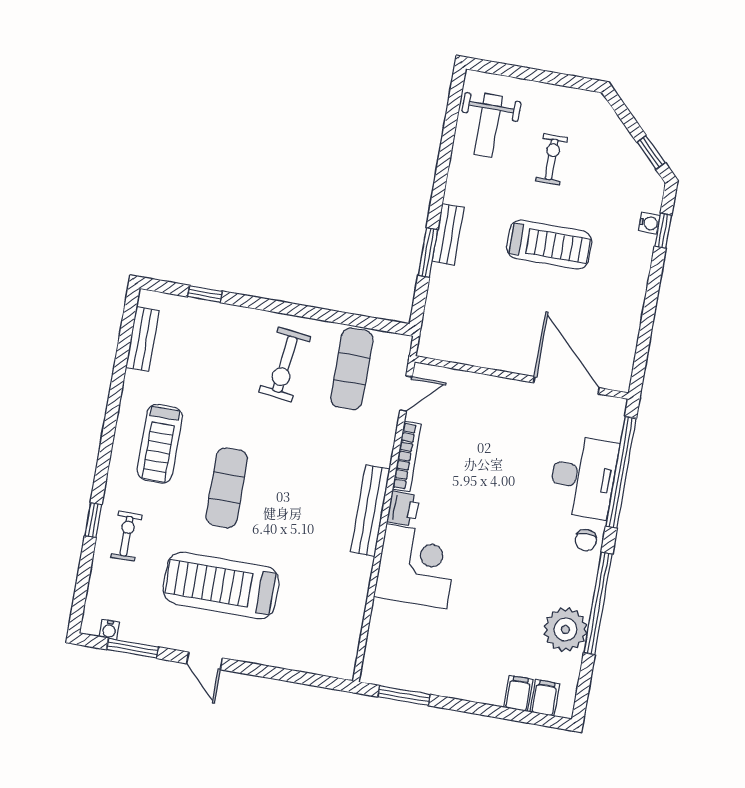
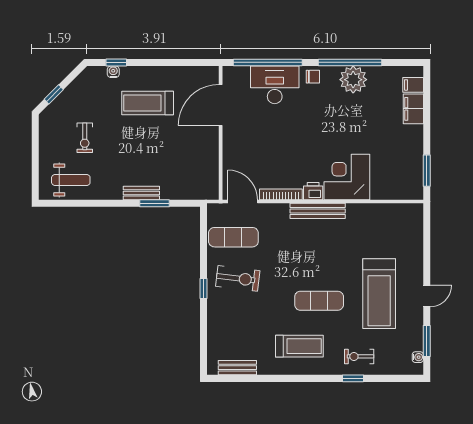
window: (651, 152) -> (54, 94), moved
exercise bike: (552, 159) -> (85, 138), turned -90
treadmill: (549, 245) -> (148, 103), moved, turned -90
window: (205, 294) -> (203, 289), moved
door: (406, 394) -> (243, 202), width x1.37
plant: (565, 629) -> (353, 80), moved
filing cabinet: (518, 693) -> (413, 109), width x2.00

